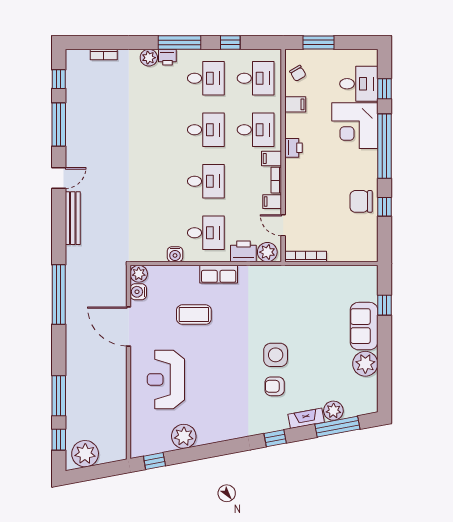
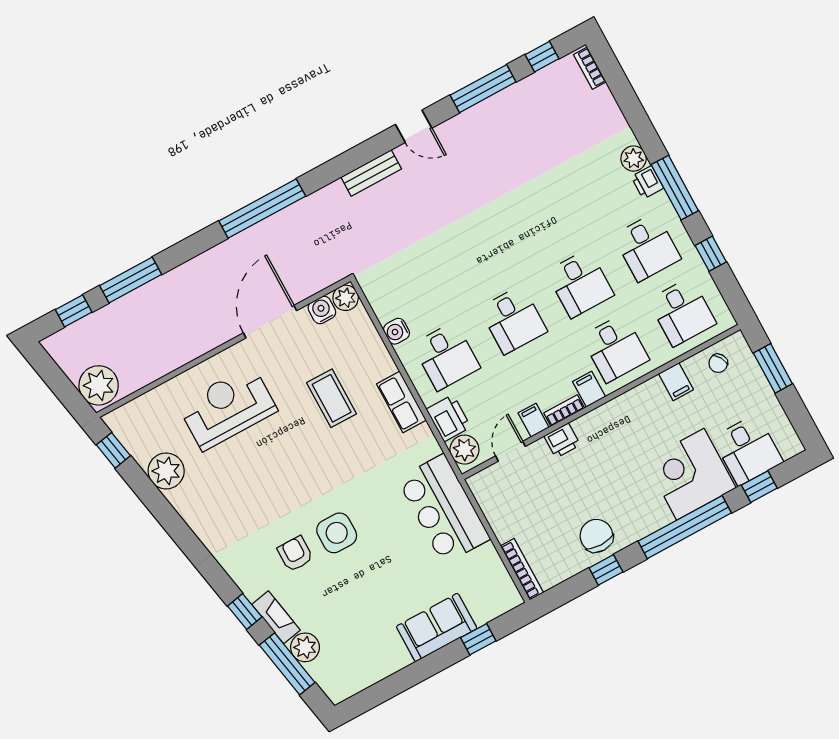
bookcase: (104, 54) -> (590, 68), moved
printer: (293, 148) -> (562, 440), moved
bench: (73, 218) -> (371, 173), width x0.73
bookcase: (306, 257) -> (522, 569), moved
bar counter: (296, 284) -> (444, 509), added
plant: (365, 364) -> (389, 656), removed
window: (275, 438) -> (245, 611), moved
plant: (85, 454) -> (99, 385), moved

